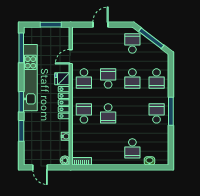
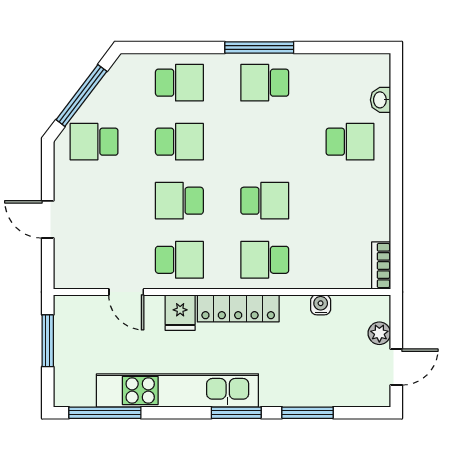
plant: (65, 160) -> (379, 333), moved

